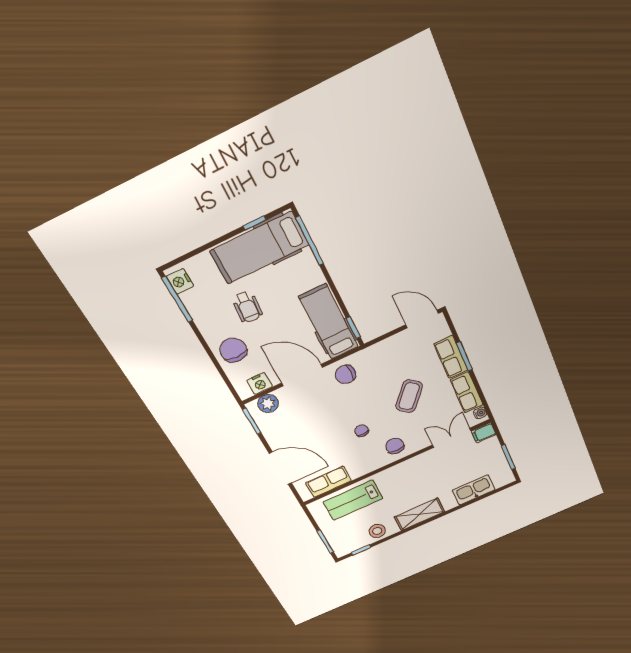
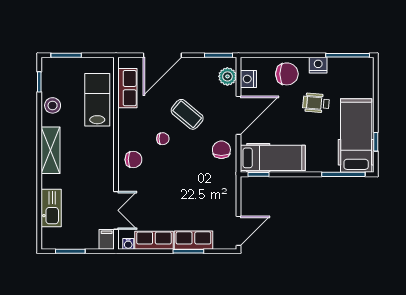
nightstand: (180, 281) -> (318, 65), moved
coffee table: (409, 396) -> (187, 114), moved

